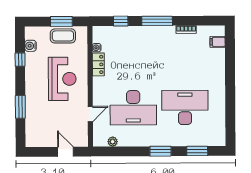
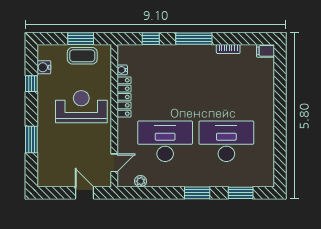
filing cabinet: (218, 42) -> (265, 51), moved
locker: (98, 64) -> (124, 97), width x1.53
reception desk: (62, 79) -> (81, 107), turned -90
desk: (133, 108) -> (165, 141), turned 180
door: (90, 114) -> (114, 163), moved

